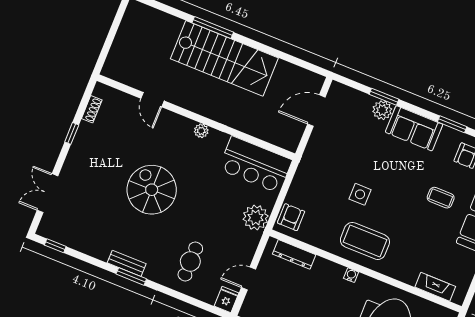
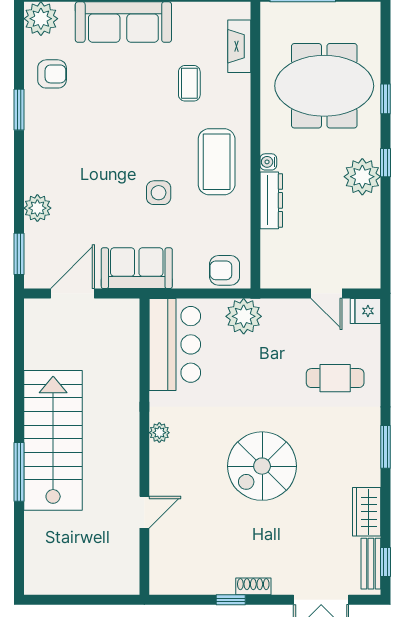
window: (384, 97) -> (19, 254), moved
shoe rack: (92, 109) -> (253, 586), moved
door: (316, 111) -> (73, 293), swing flipped
sofa: (414, 128) -> (137, 268), moved, turned -90
coffee table: (441, 198) -> (189, 83), moved
wardrobe: (93, 247) -> (367, 512), added
dresser: (294, 254) -> (271, 200), moved
bench: (127, 263) -> (371, 564), moved

